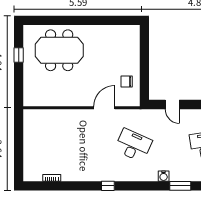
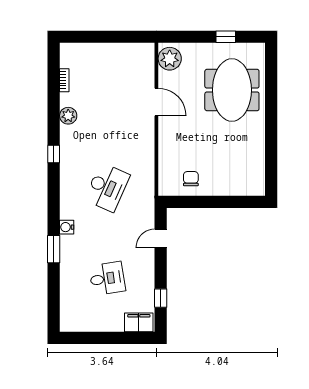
plant: (35, 98) -> (170, 59), added
door: (104, 108) -> (156, 102), moved
plant: (79, 175) -> (68, 116), added

